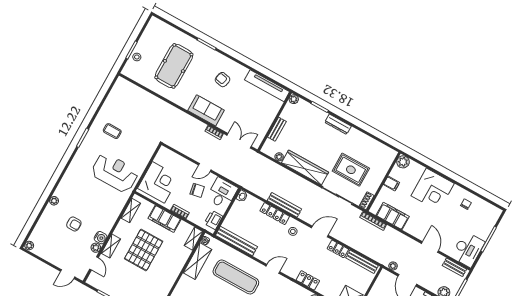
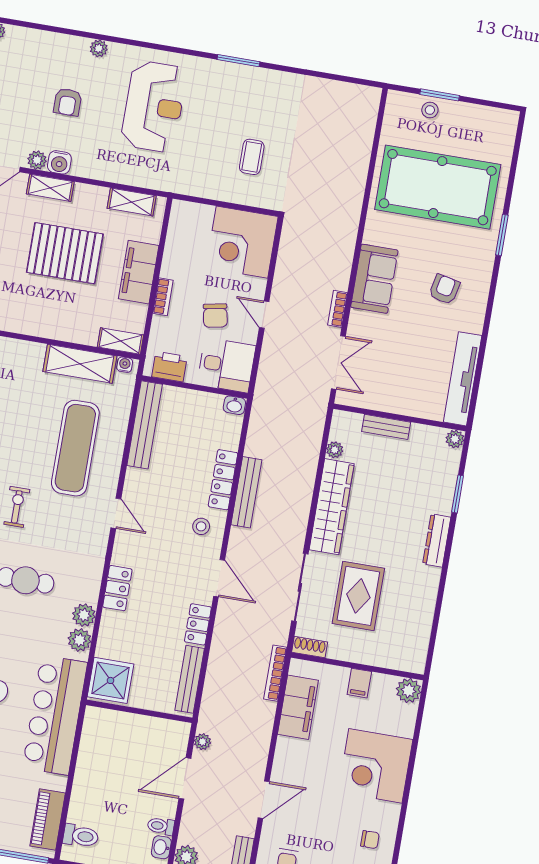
pool table: (174, 66) -> (438, 187), width x1.36, depth x1.32
coffee table: (112, 131) -> (252, 157), moved
reception desk: (115, 173) -> (154, 107), moved
corner desk: (158, 182) -> (242, 242), moved, turned 90

